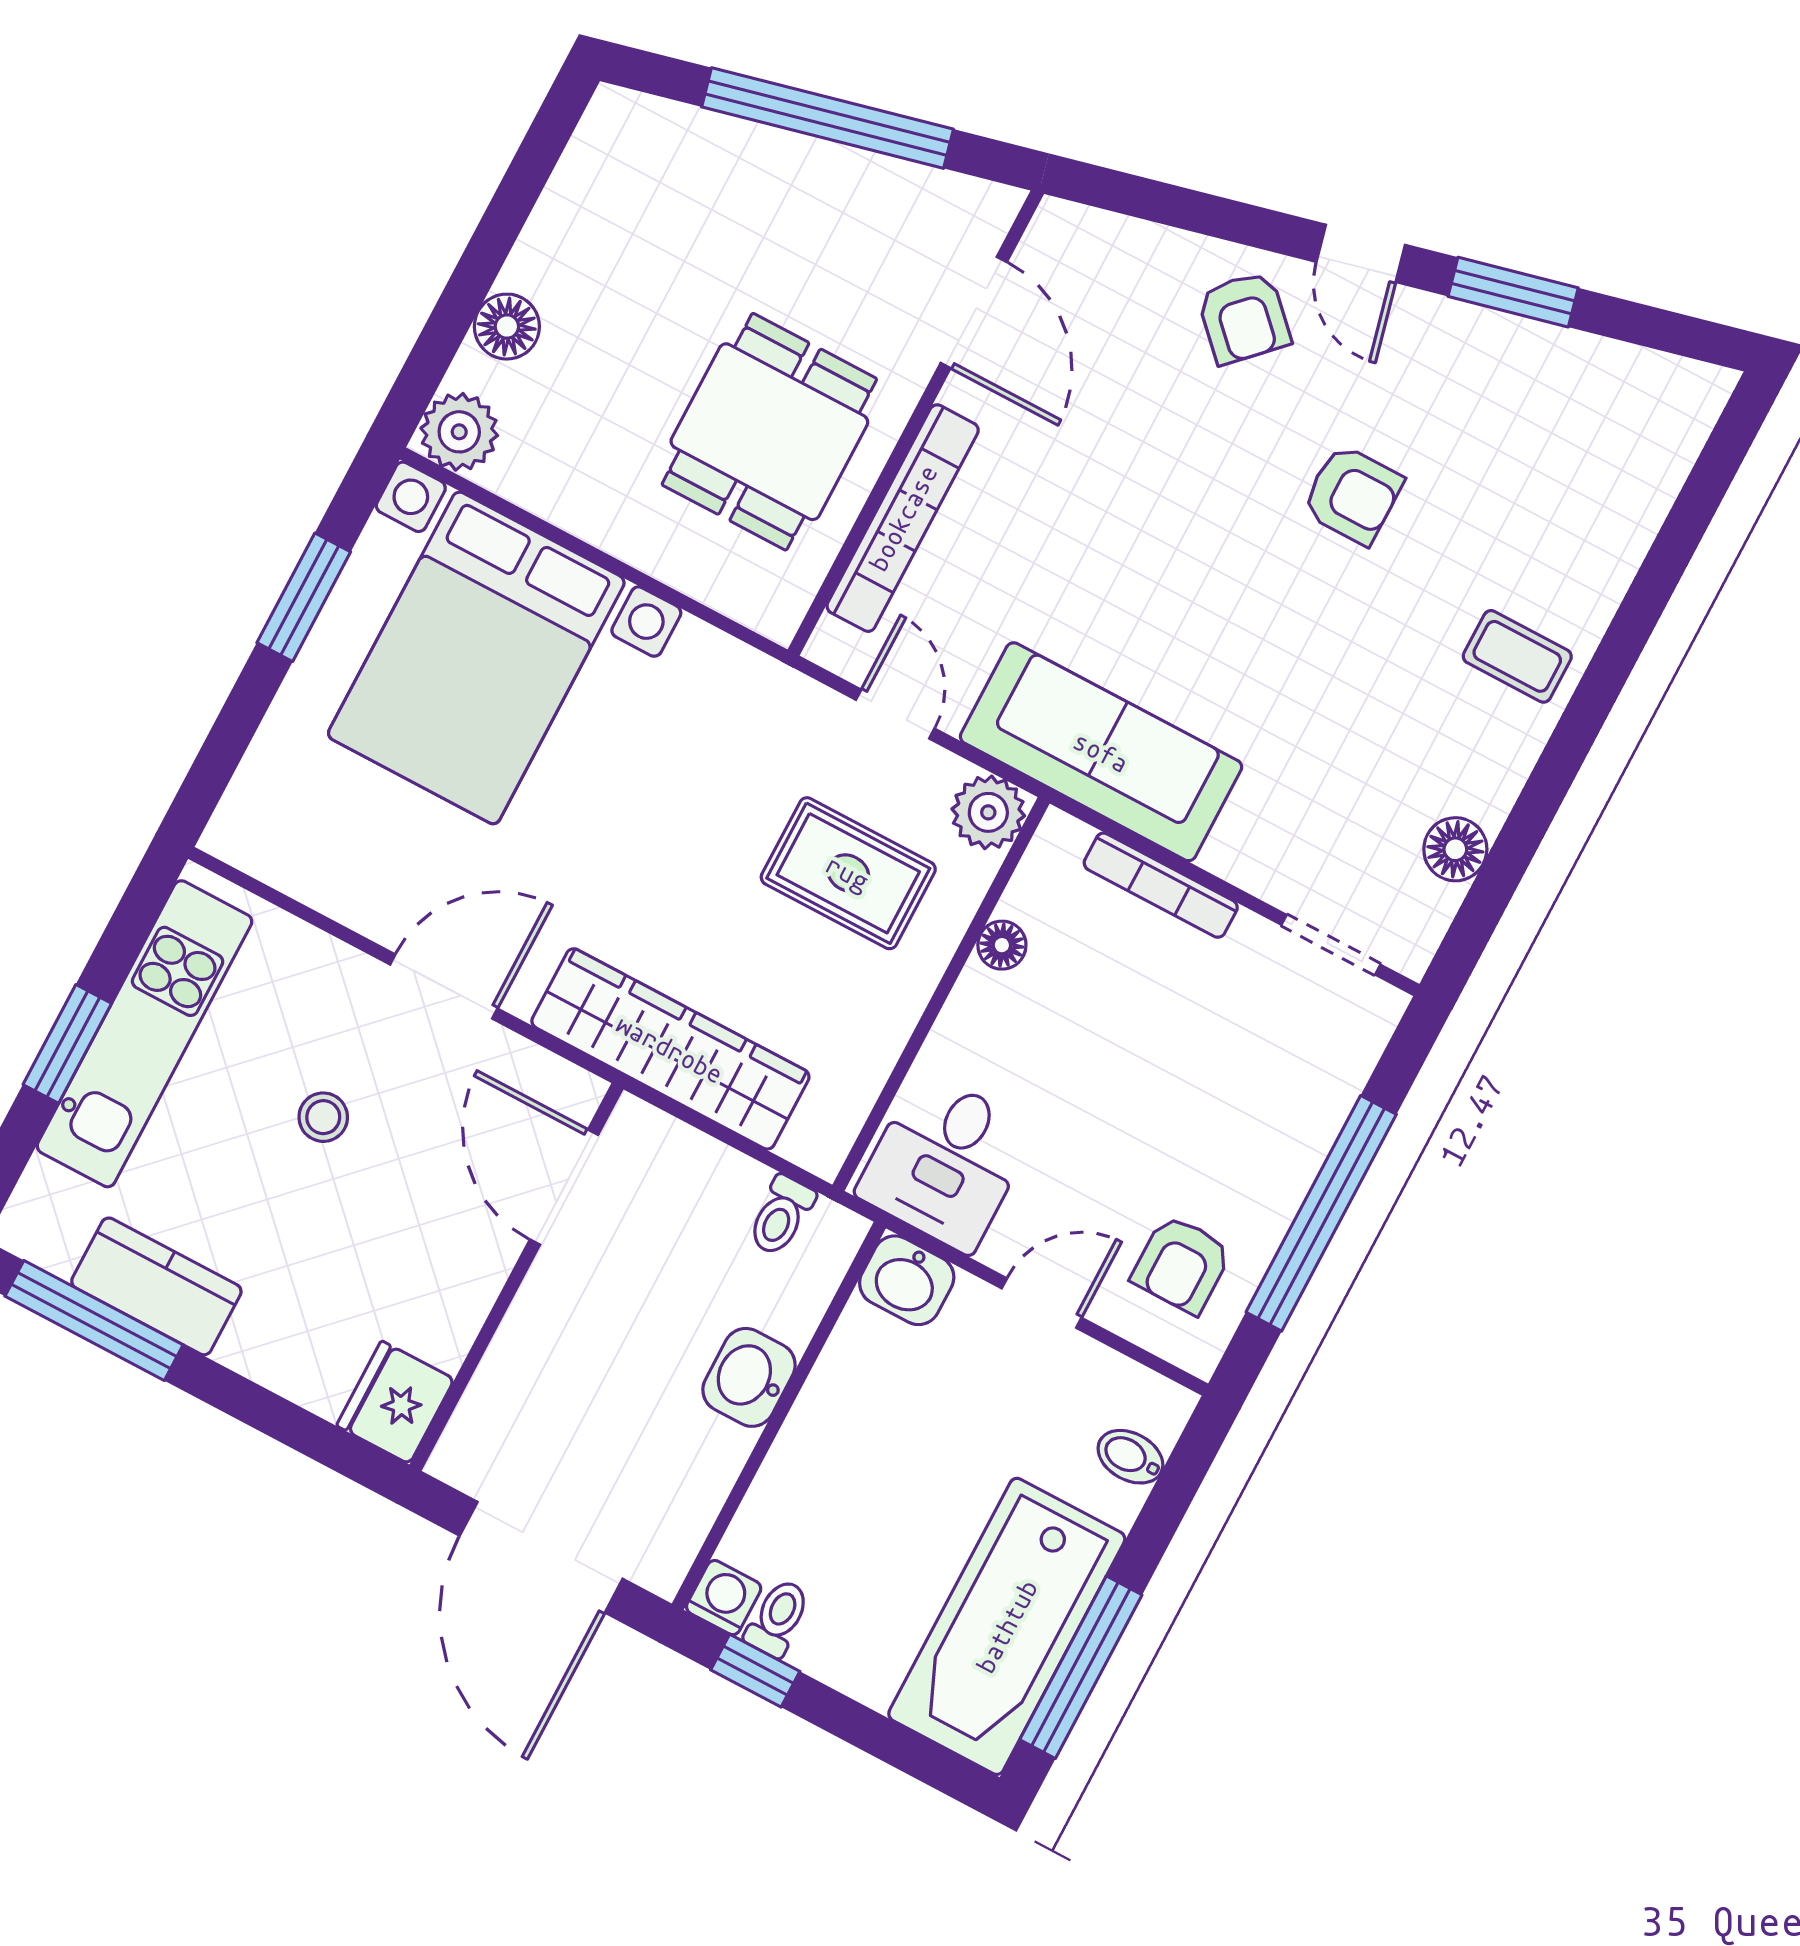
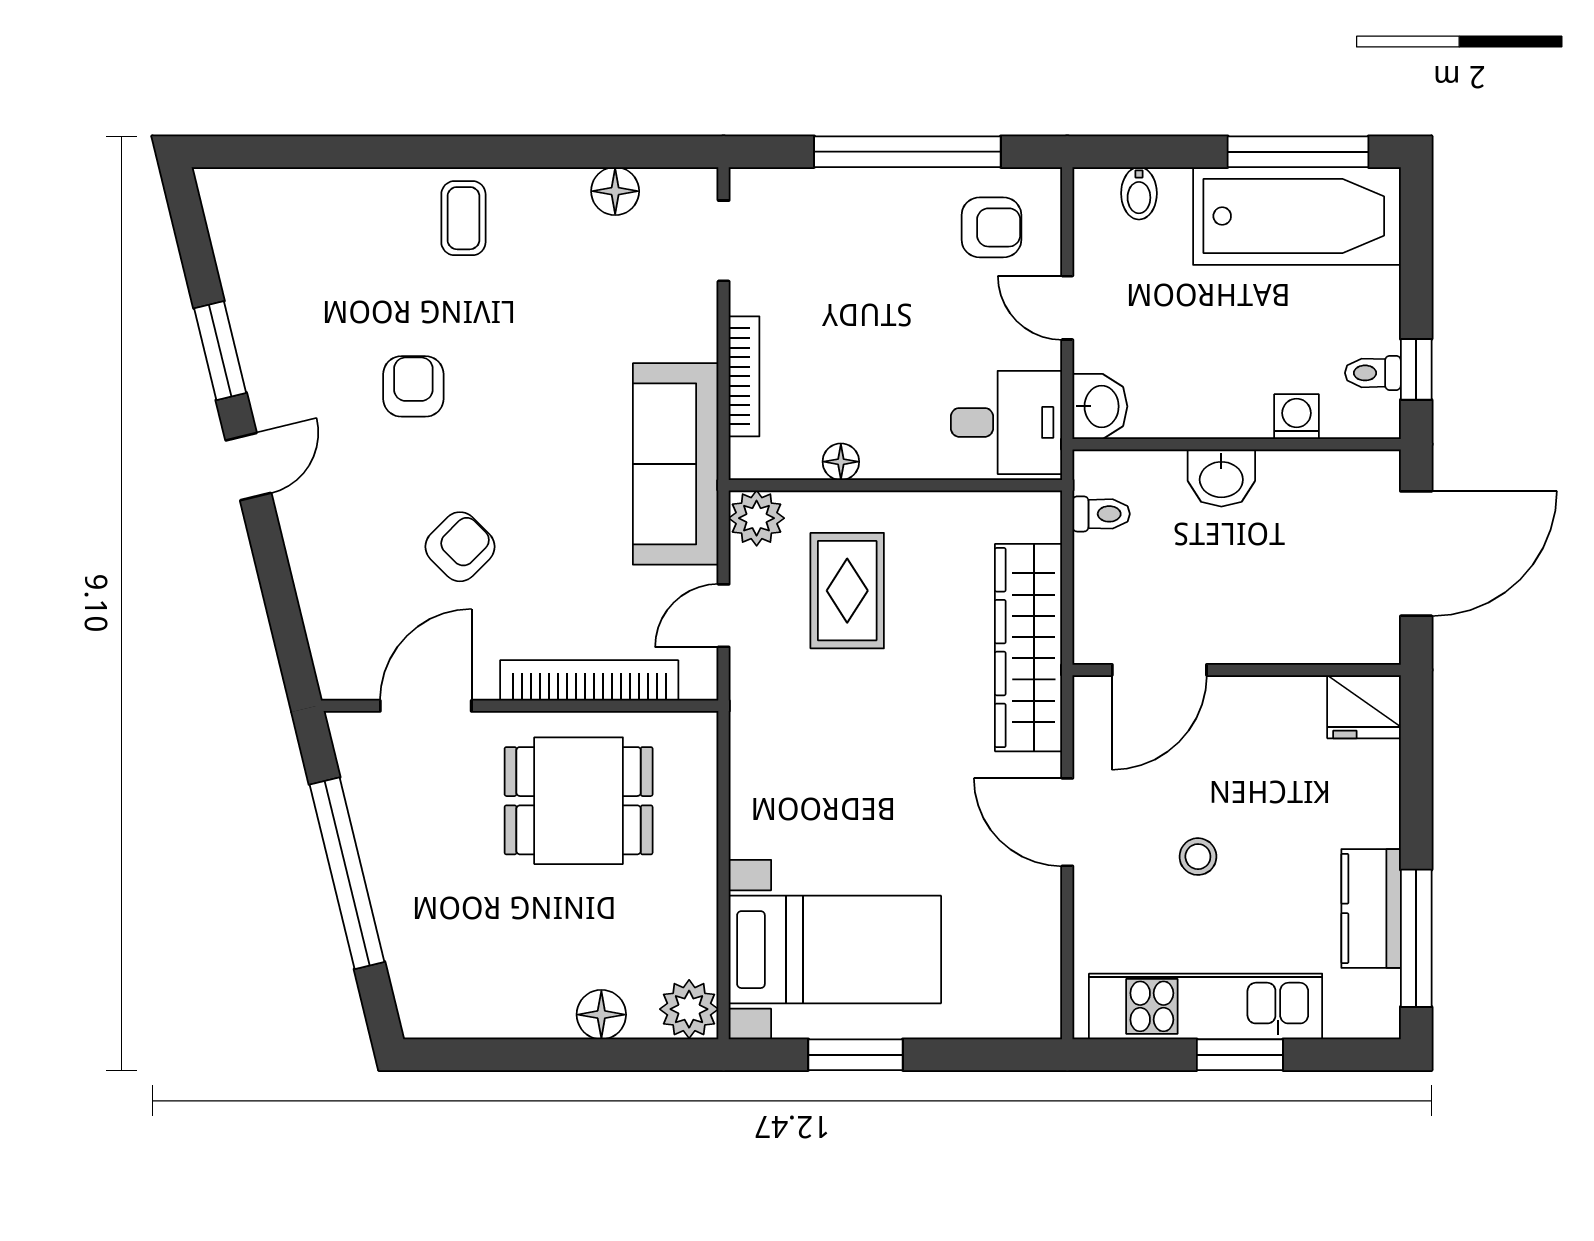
armchair: (1244, 318) -> (460, 547), moved
bed with nightstands: (476, 658) -> (835, 950), width x0.73
washing machine: (724, 1598) -> (1297, 417), moved, turned 90

